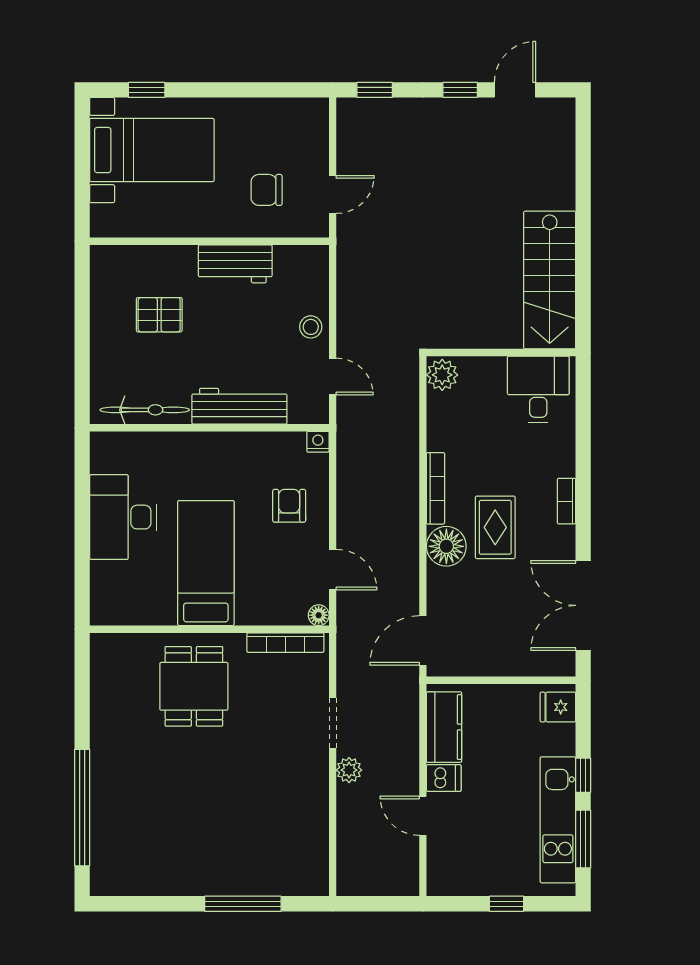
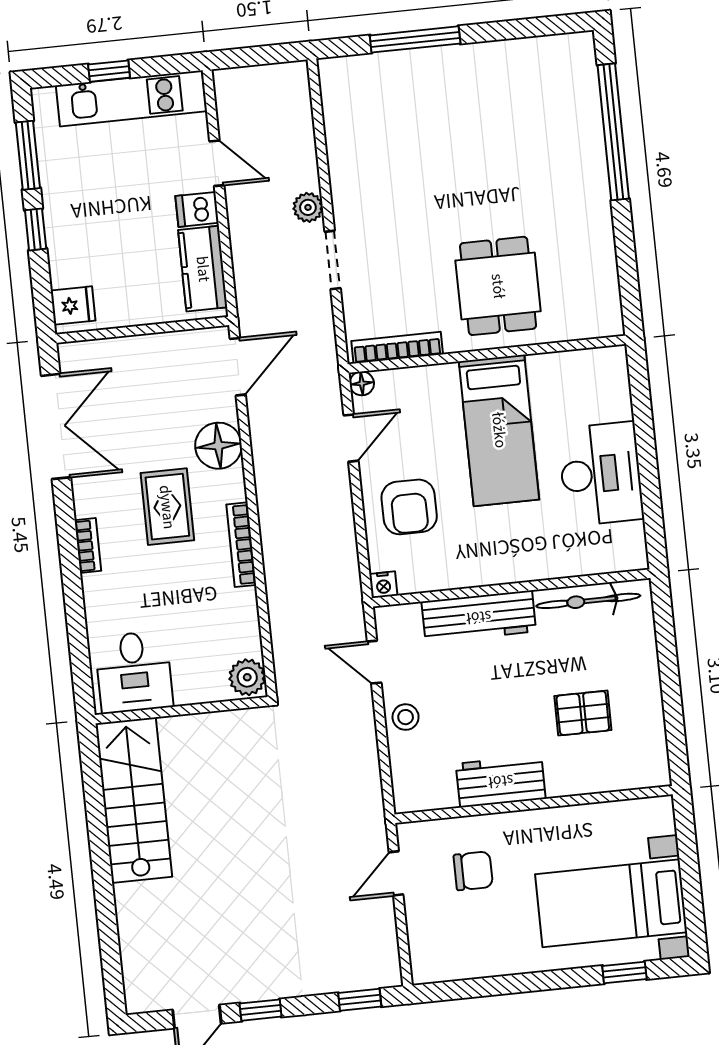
armchair: (289, 506) -> (409, 507), width x1.38, depth x1.38
floor lamp: (446, 546) -> (218, 446), moved
door: (333, 570) -> (351, 438), swing flipped
kitchen unit: (558, 820) -> (131, 98), moved, turned 90

